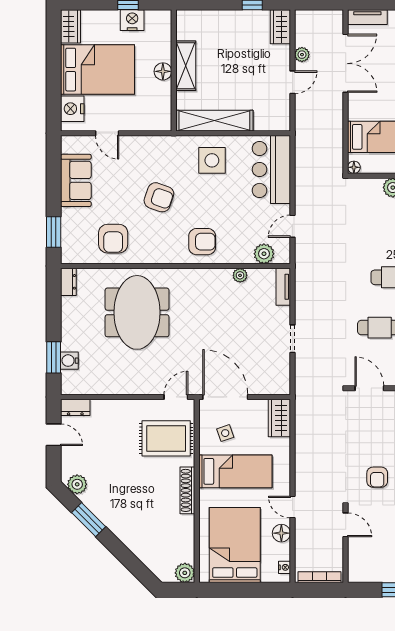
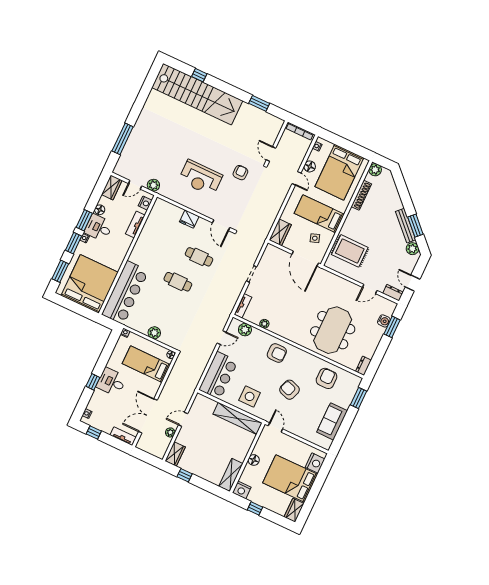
nightstand: (132, 20) -> (242, 490), moved
shelving: (186, 66) -> (231, 475), moved
door: (107, 133) -> (275, 427), moved
armchair: (202, 242) -> (277, 353), turned 180
door: (176, 397) -> (370, 289), moved
shoe rack: (187, 490) -> (361, 195), moved
bench: (103, 513) -> (406, 226), added

